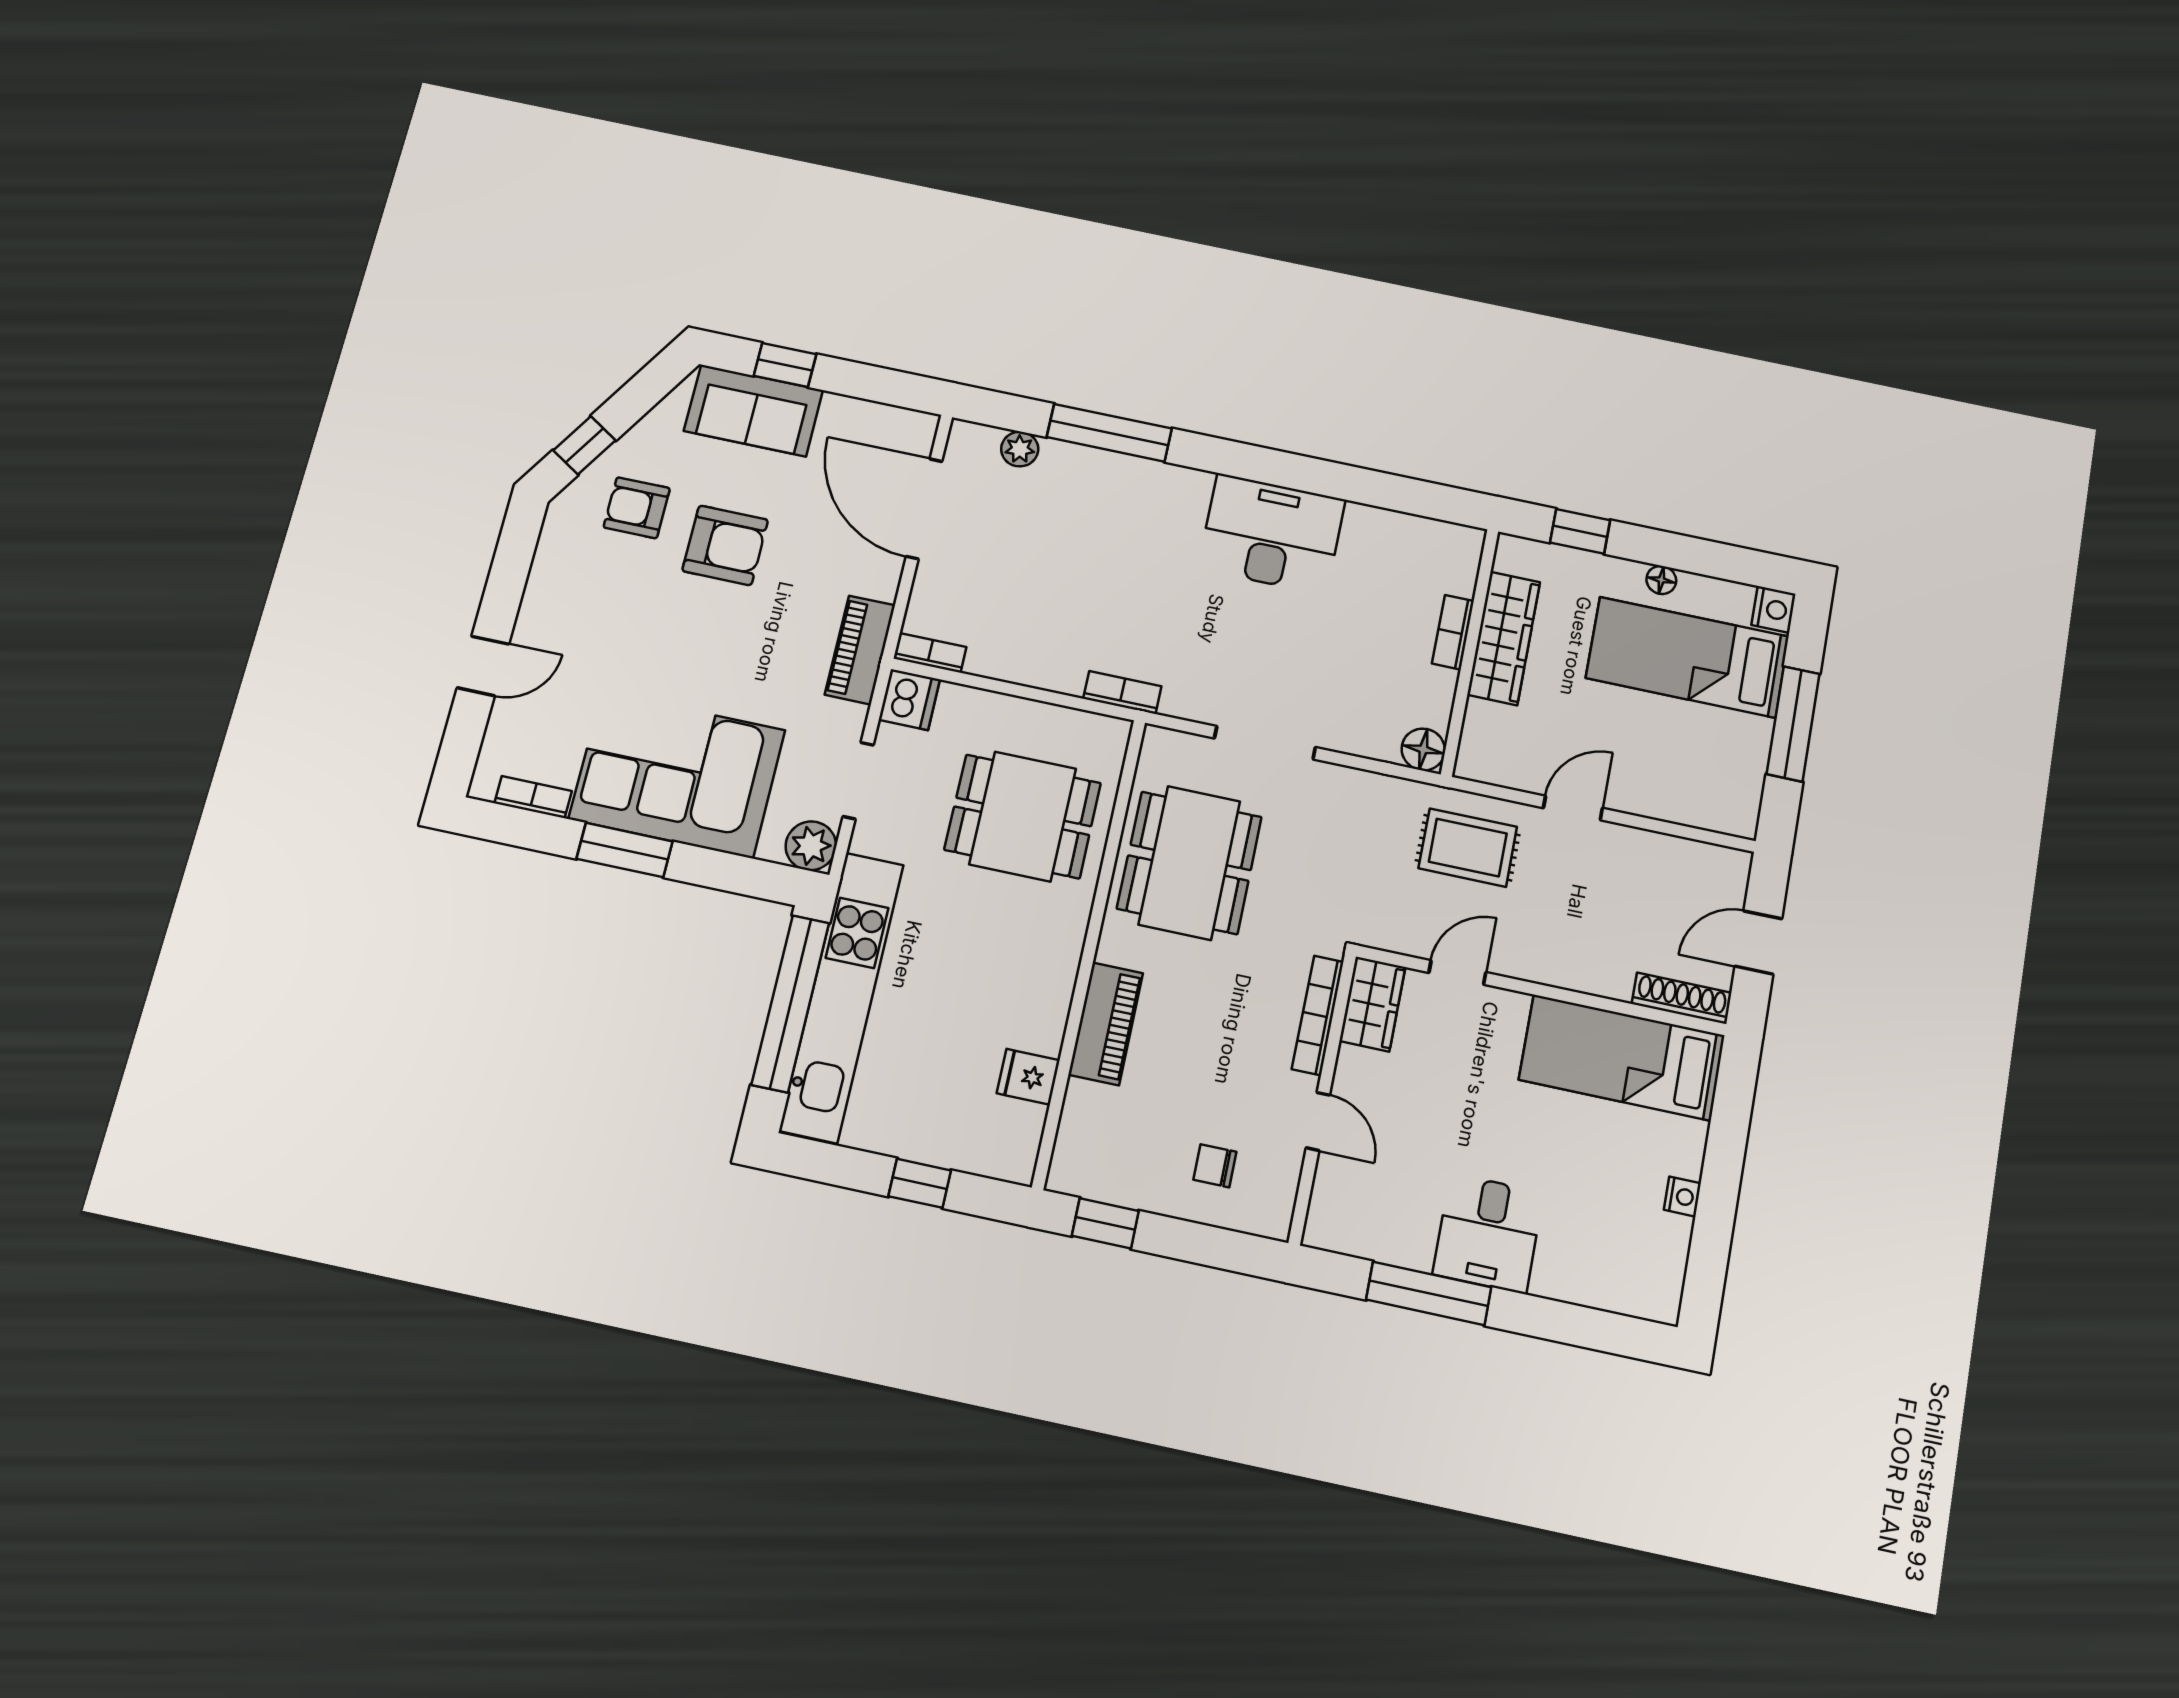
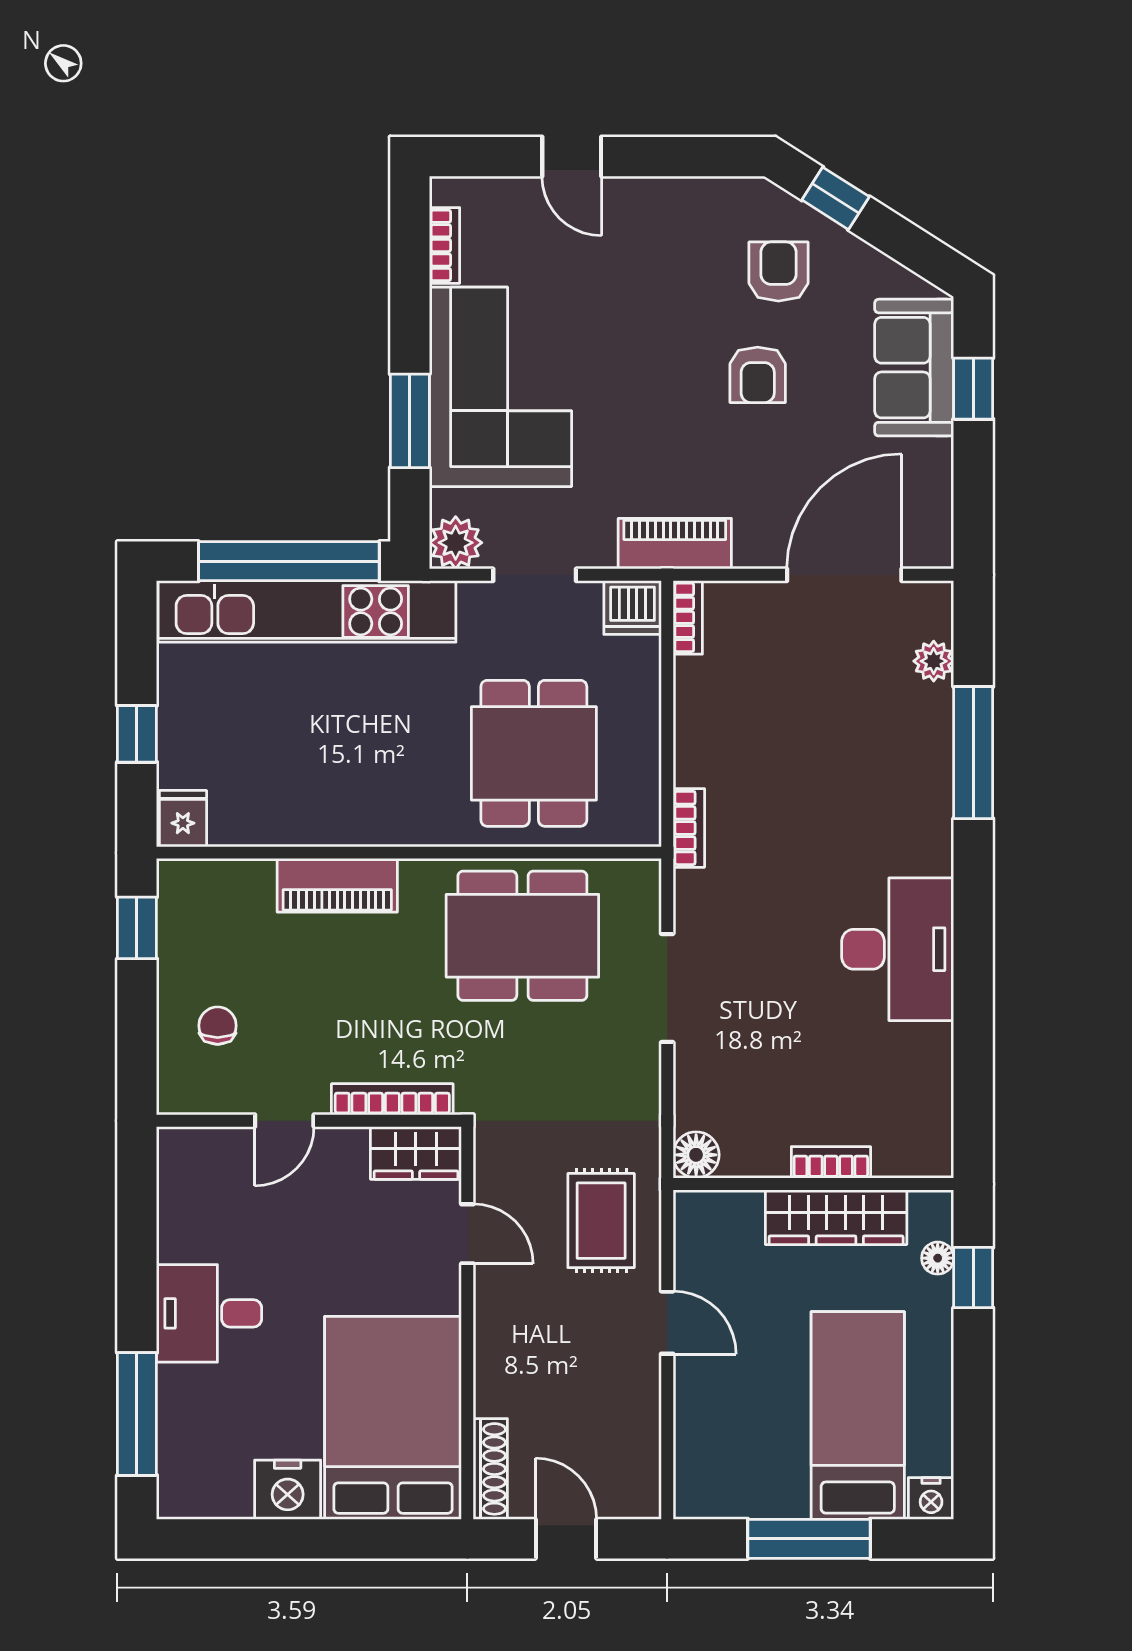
armchair: (725, 545) -> (758, 375), width x0.72, depth x0.72
floor lamp: (1661, 580) -> (938, 1258), moved
window: (625, 850) -> (410, 421), moved
bed: (1622, 1058) -> (393, 1418), width x1.50
fridge: (1028, 1077) -> (183, 819), moved
nightstand: (1682, 1197) -> (288, 1490), width x1.89, depth x1.79
window: (1429, 1293) -> (137, 1414), moved

